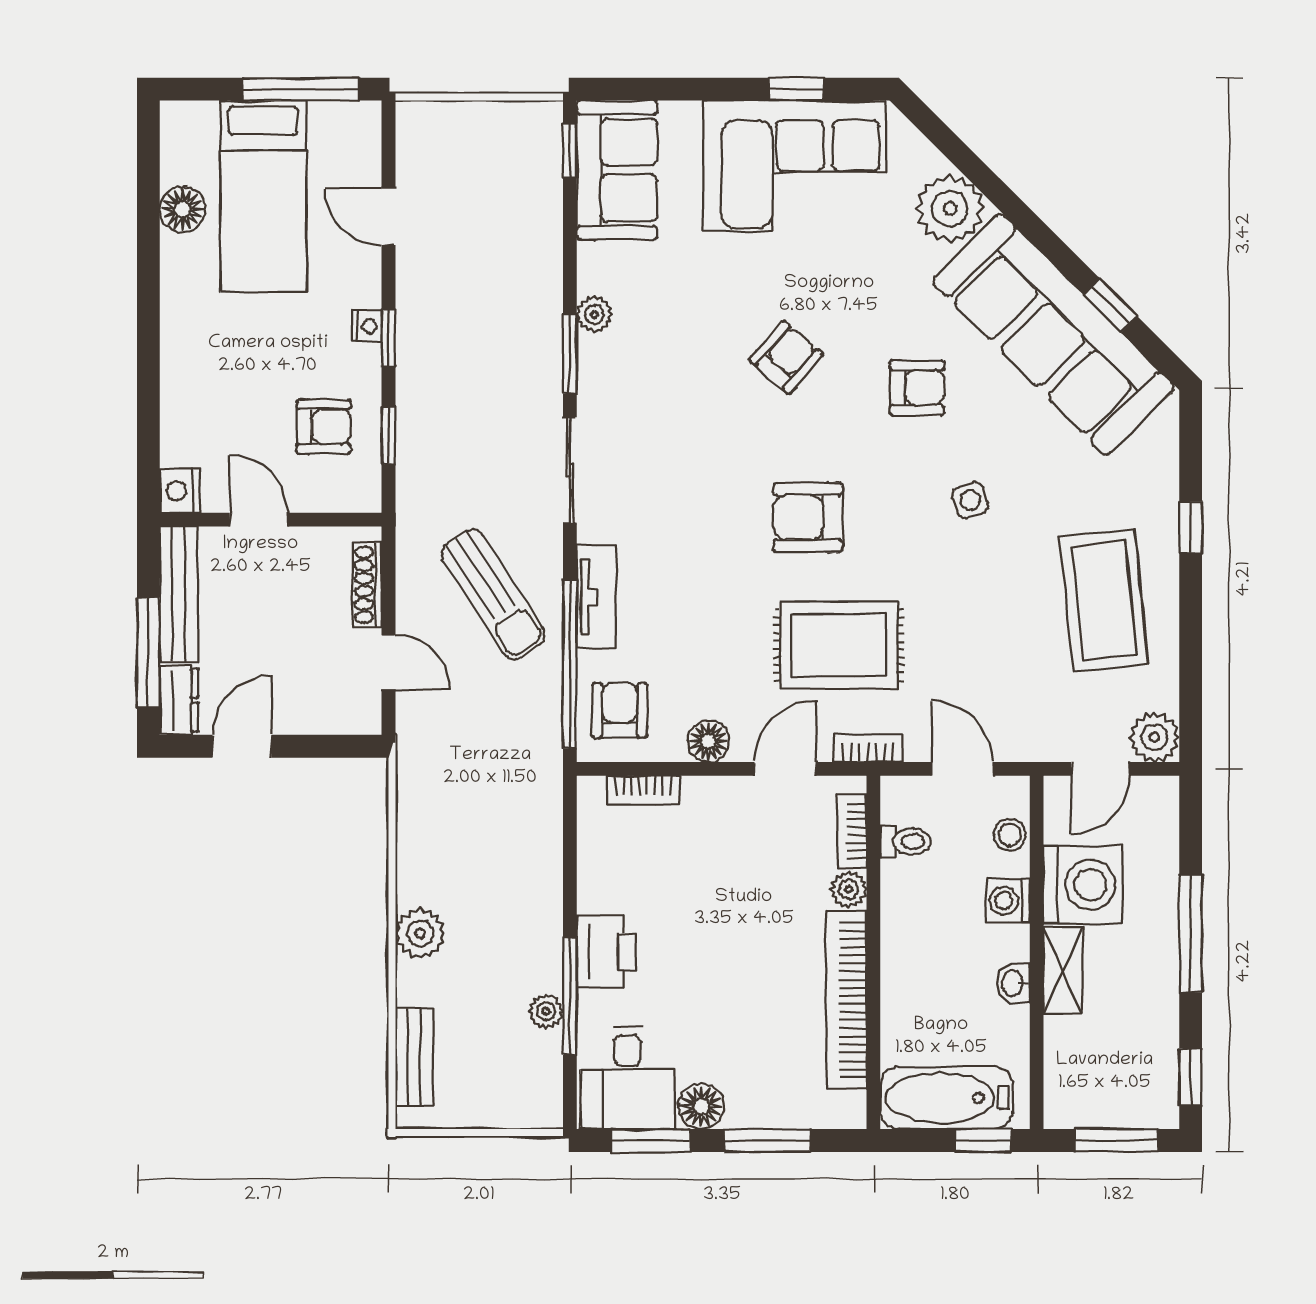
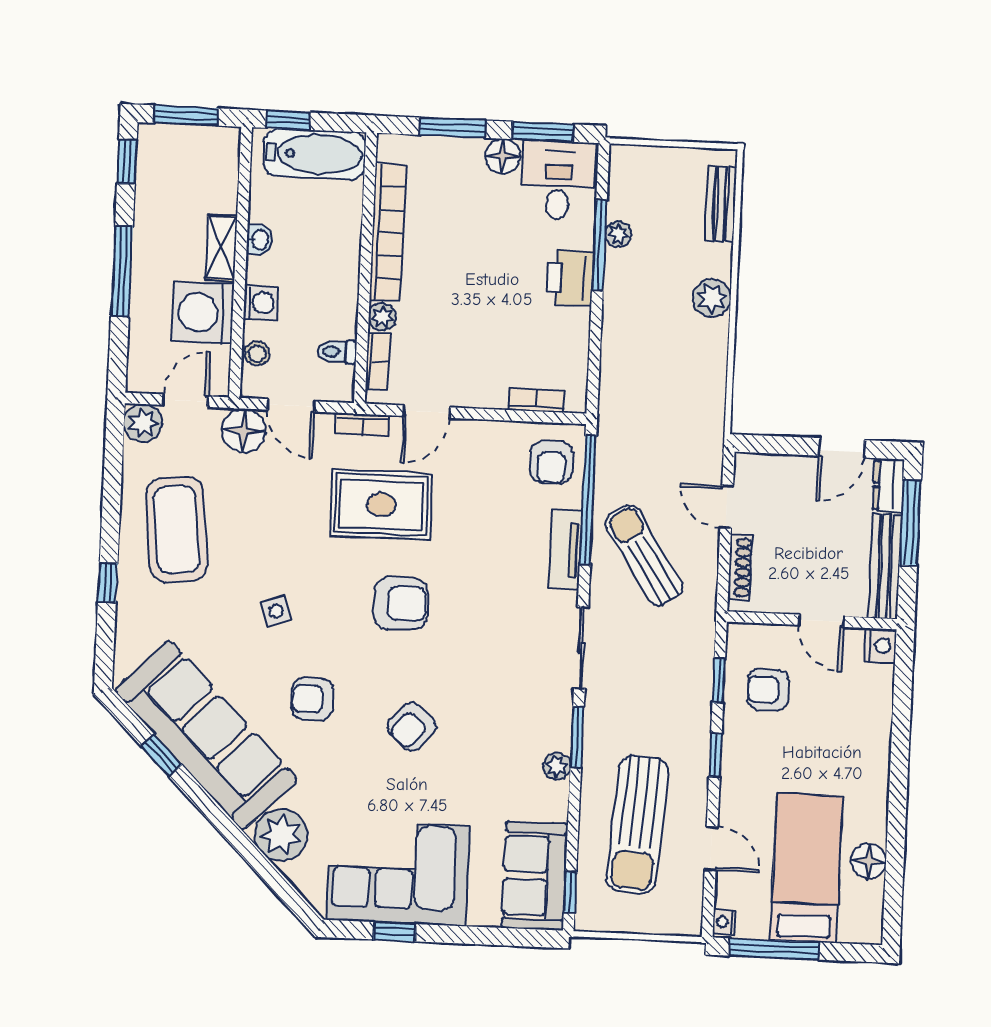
sun lounger: (486, 243) -> (637, 825), added
nightstand: (367, 326) -> (724, 922), moved
floor lamp: (708, 741) -> (244, 430), moved, width x1.38, depth x1.38

